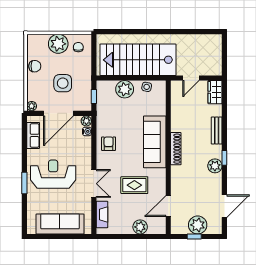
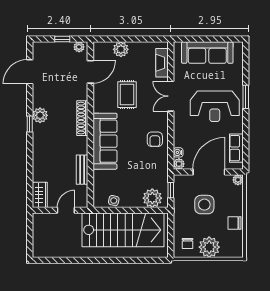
plant: (125, 89) -> (152, 198), moved
bench: (217, 130) -> (82, 170), moved
shoe rack: (176, 149) -> (82, 118), moved
rug: (134, 185) -> (127, 95), turned 90
plant: (198, 225) -> (79, 47), moved, width x0.53, depth x0.53

